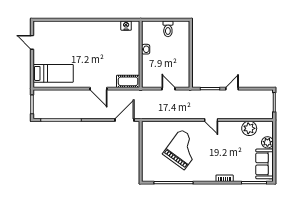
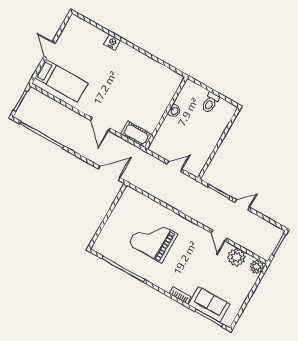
nightstand: (126, 26) -> (112, 42), moved
door: (32, 42) -> (49, 50), moved
door: (168, 89) -> (175, 166), hinge flipped
door: (211, 120) -> (219, 236), moved
plant: (267, 142) -> (257, 267), moved
grand piano: (182, 149) -> (153, 239), turned -126
sofa: (265, 164) -> (209, 304), moved, turned 90

